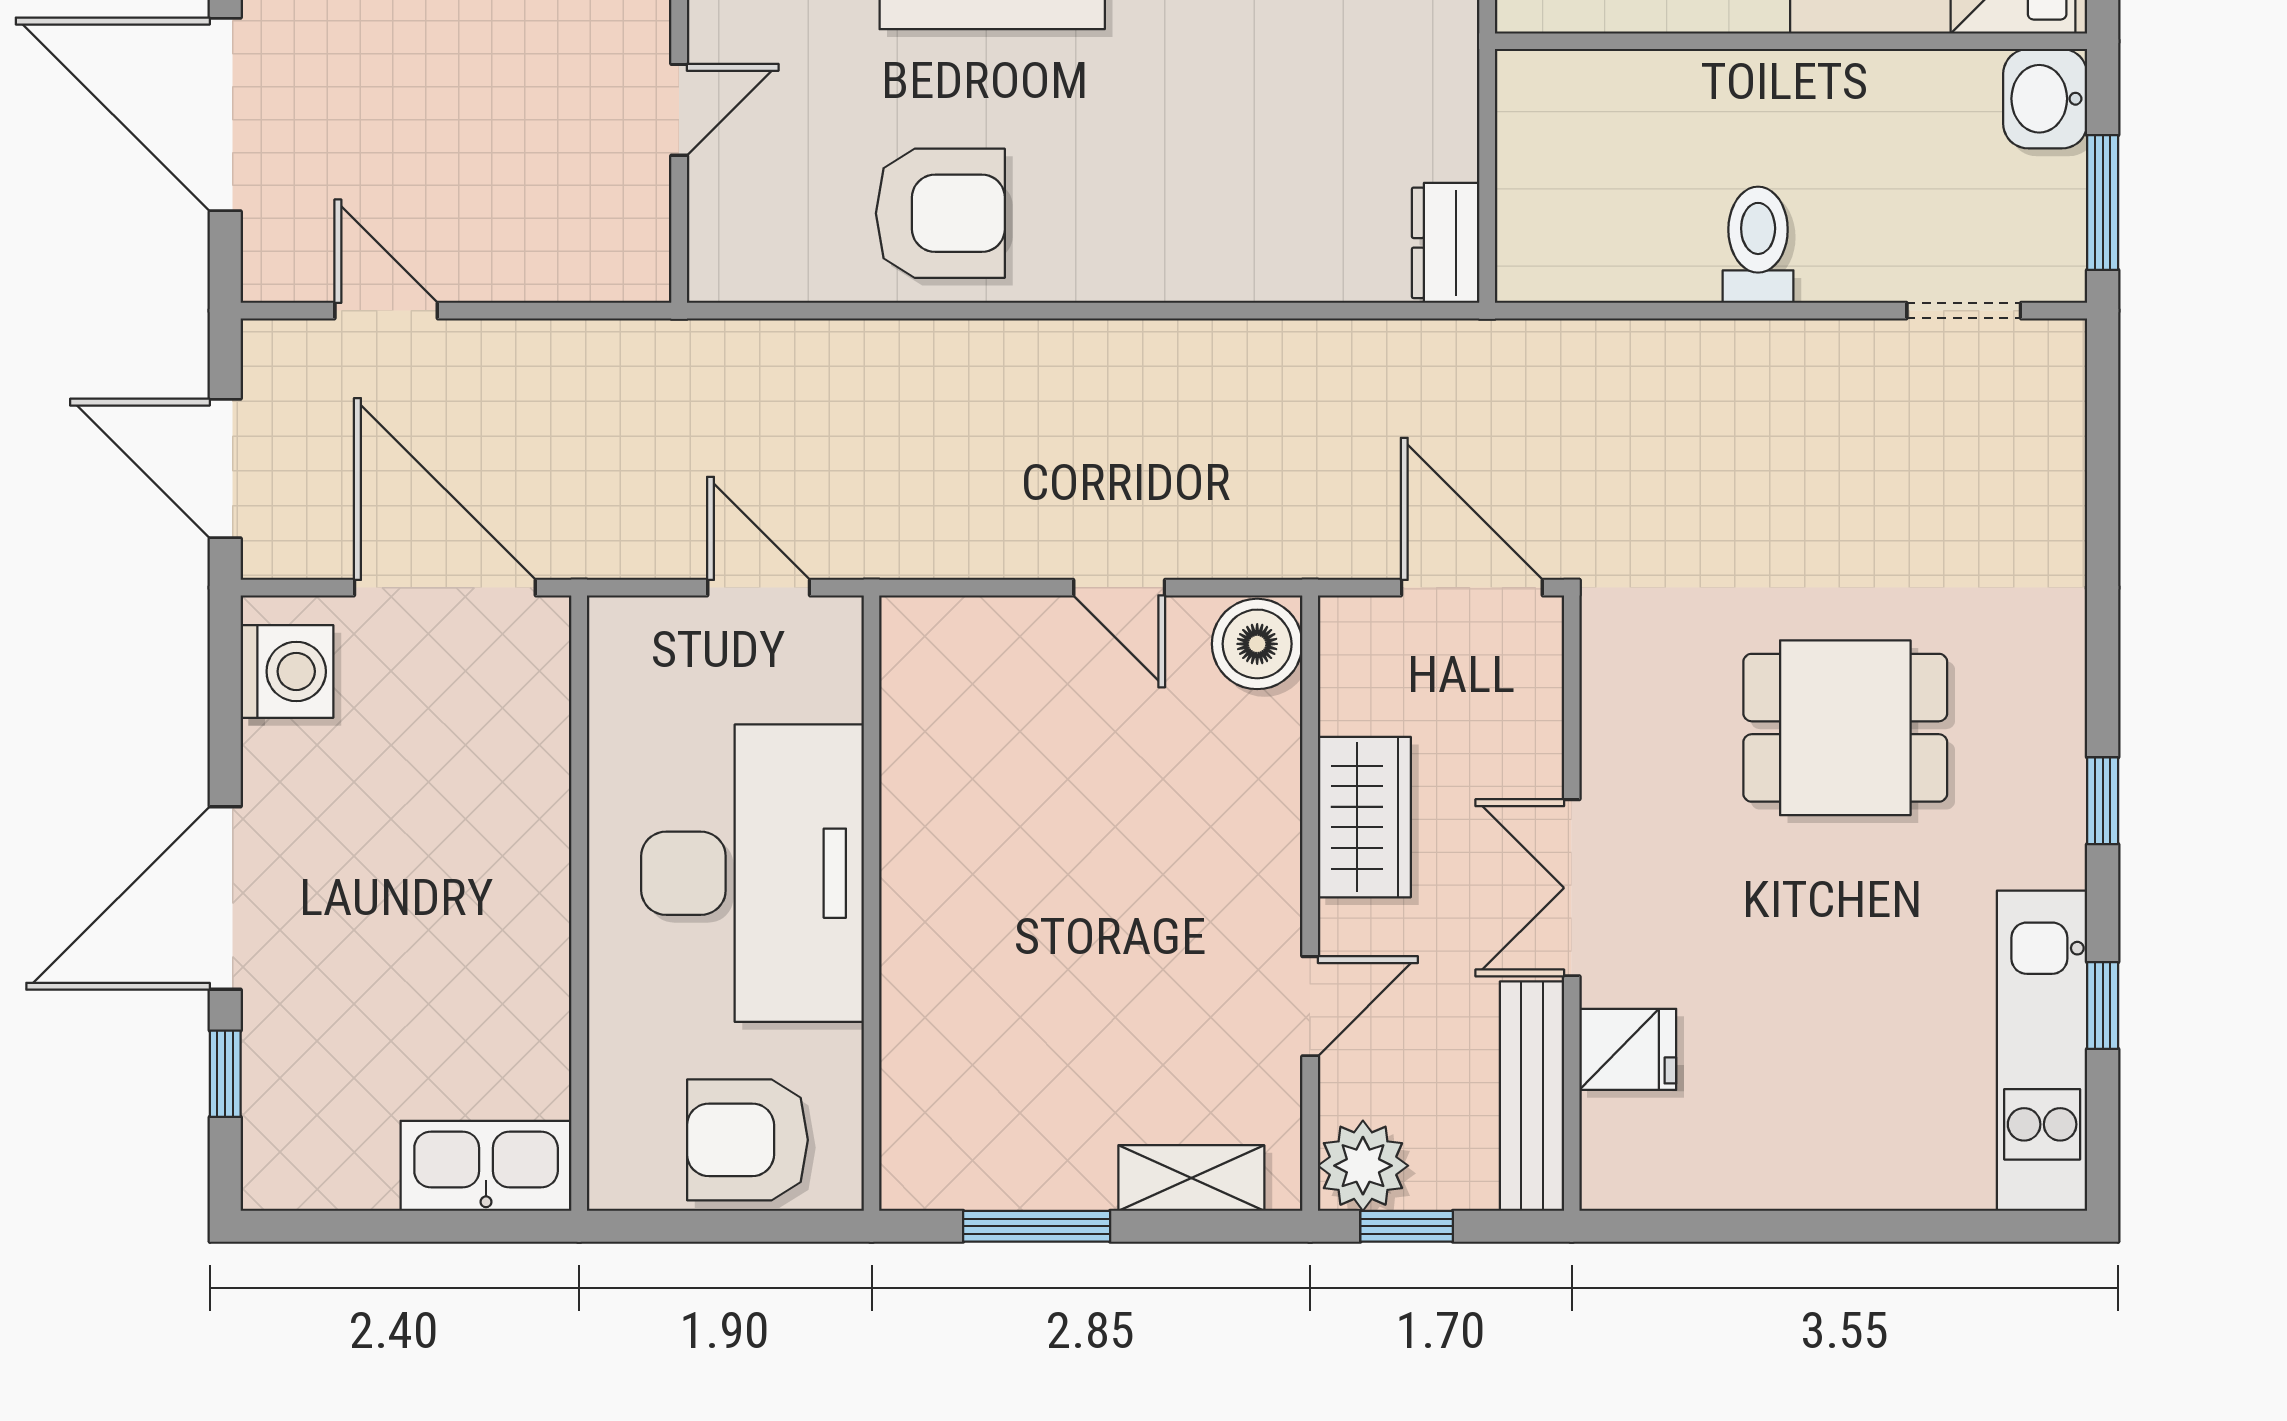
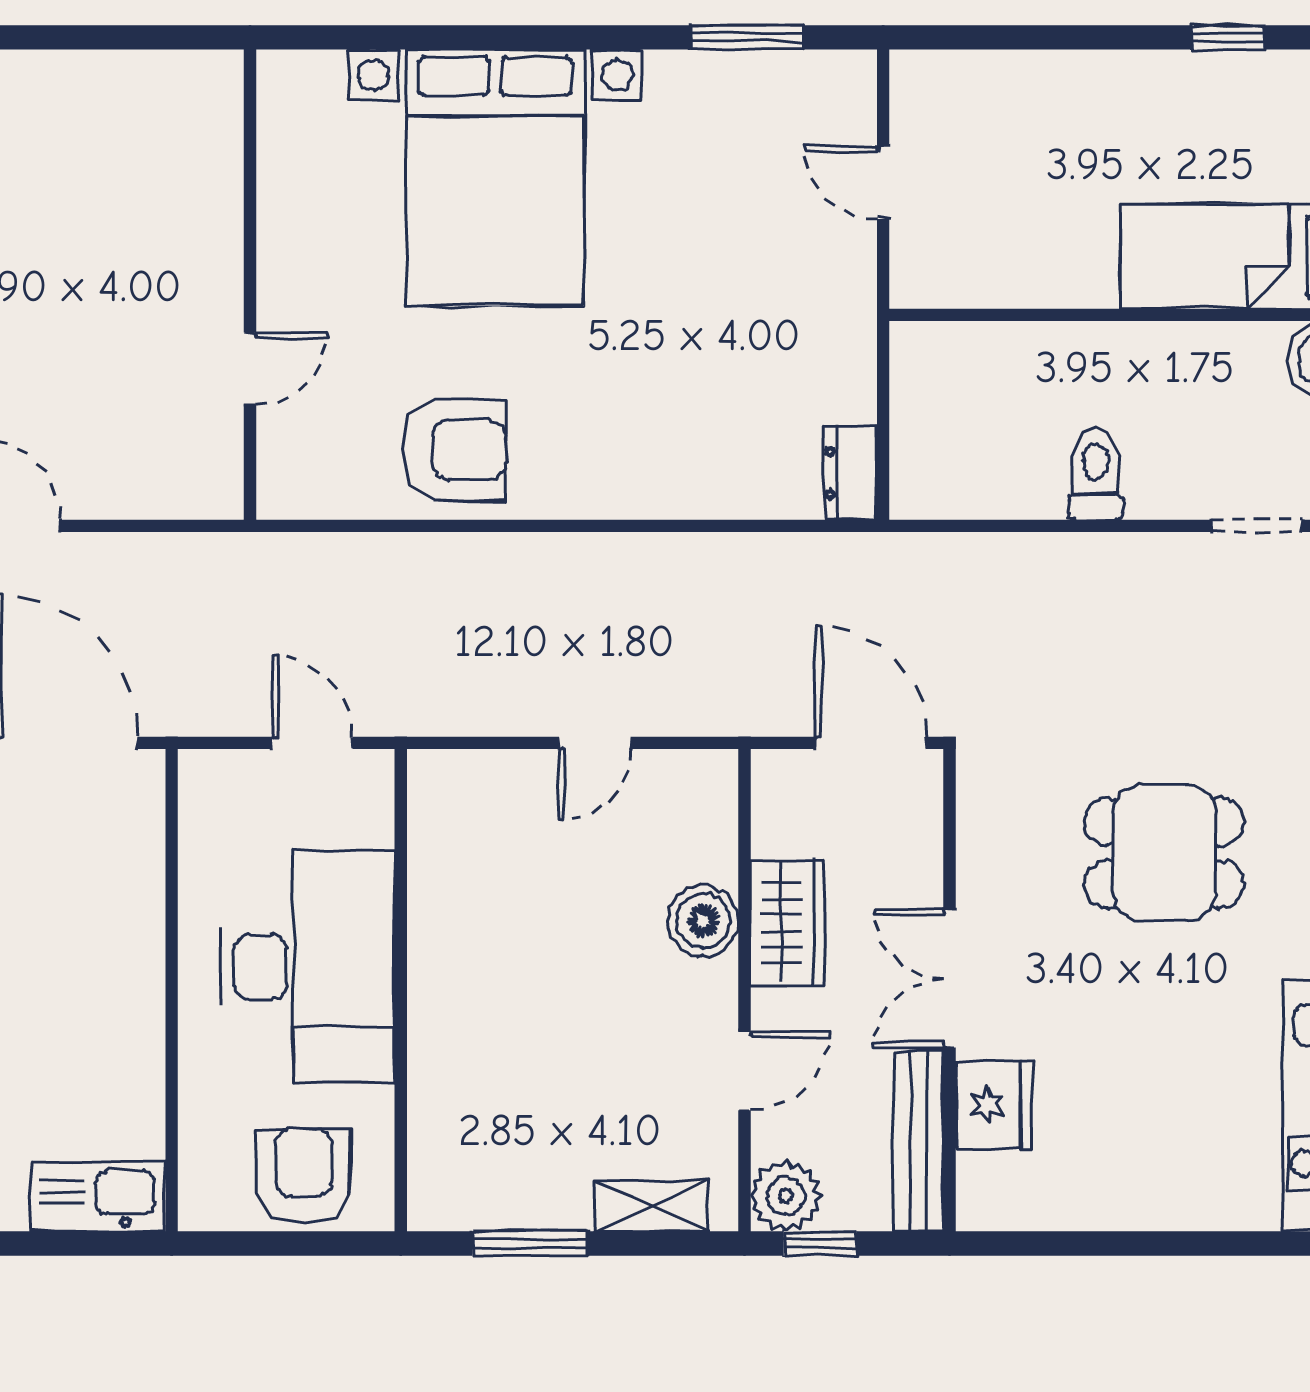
door: (1119, 588) -> (595, 743), hinge flipped
boiler: (1257, 644) -> (703, 921), moved
fridge: (1628, 1049) -> (993, 1105), width x1.38
armchair: (747, 1140) -> (304, 1176), turned 90

